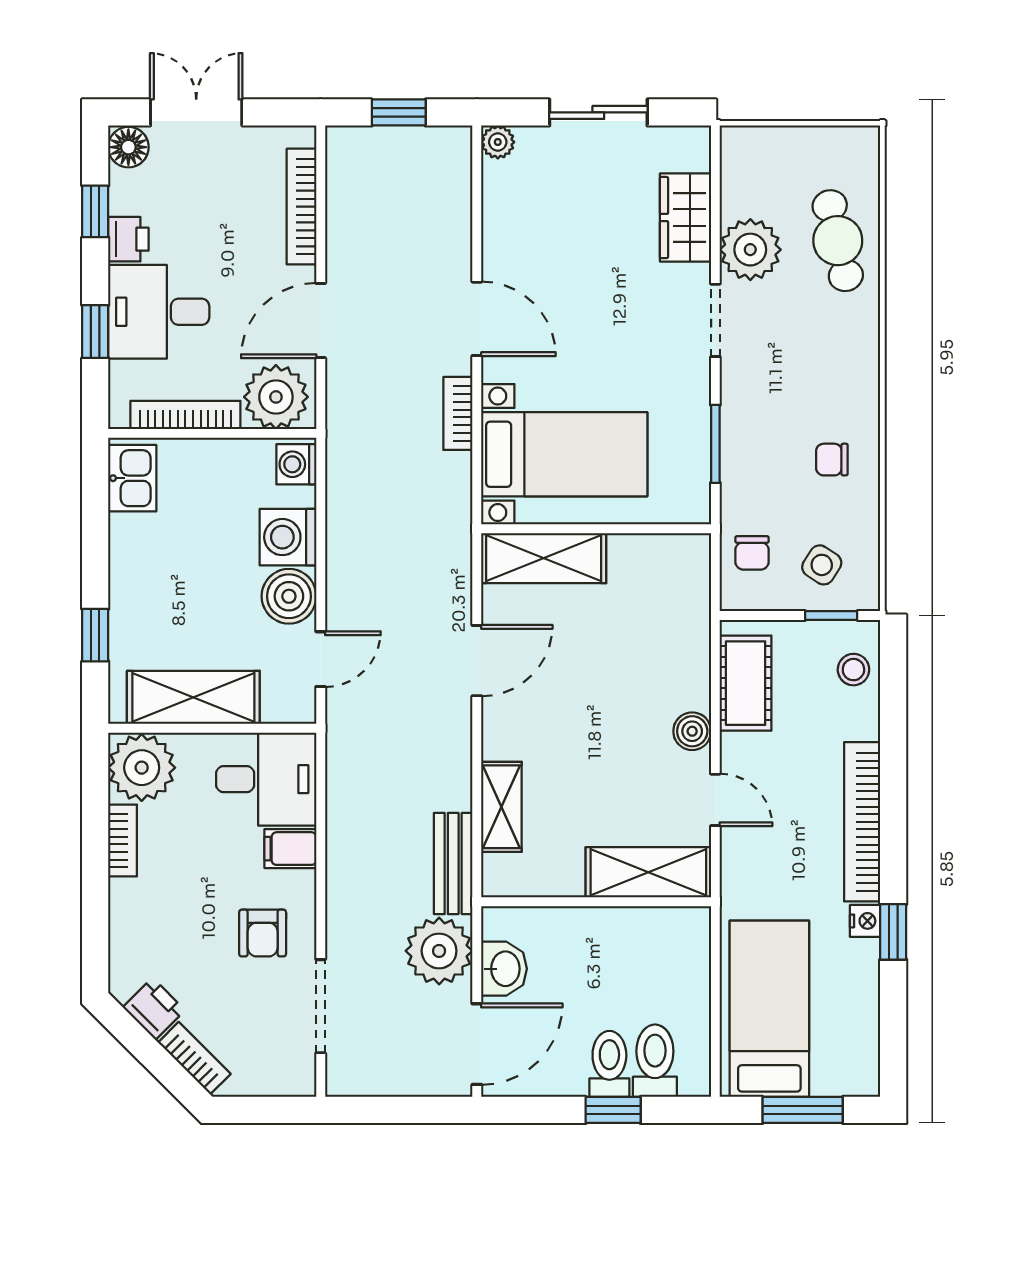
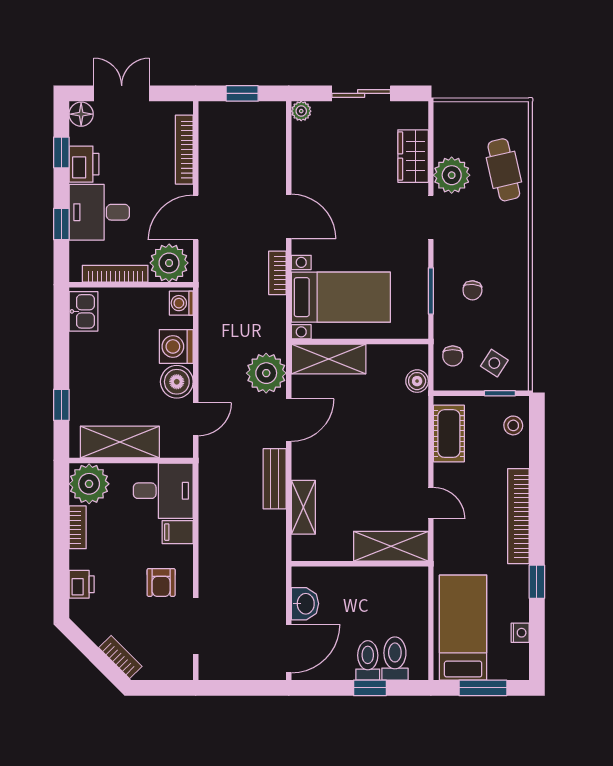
printer: (128, 239) -> (84, 164), width x1.36, depth x1.24
chair: (832, 460) -> (472, 290), moved, turned -86
boiler: (692, 731) -> (417, 381), moved
bench: (453, 863) -> (275, 479), moved
nightstand: (865, 921) -> (520, 633), moved
plant: (439, 951) -> (266, 373), moved
printer: (154, 1009) -> (82, 584), moved, turned 45

